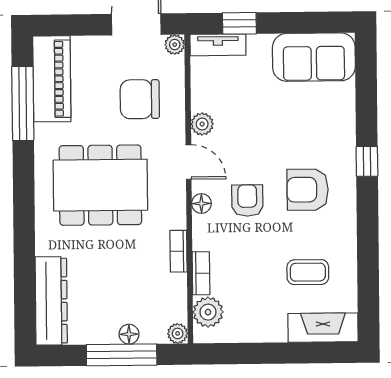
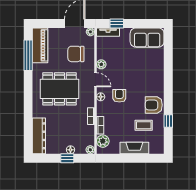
window: (367, 161) -> (168, 121), moved
armchair: (308, 190) -> (154, 105), moved
fireplace: (323, 328) -> (134, 148), moved
window: (122, 355) -> (67, 158), width x0.46

